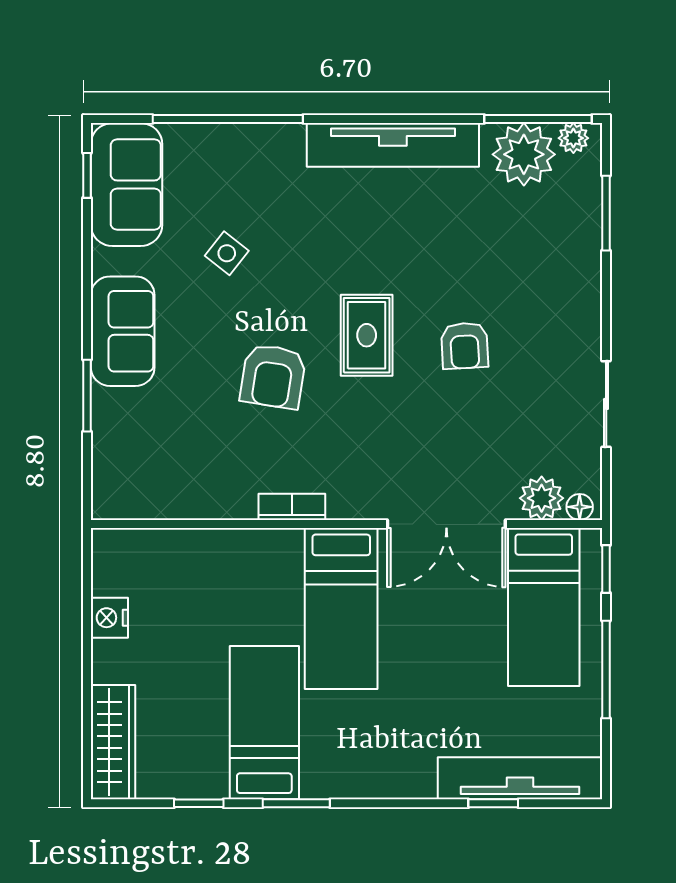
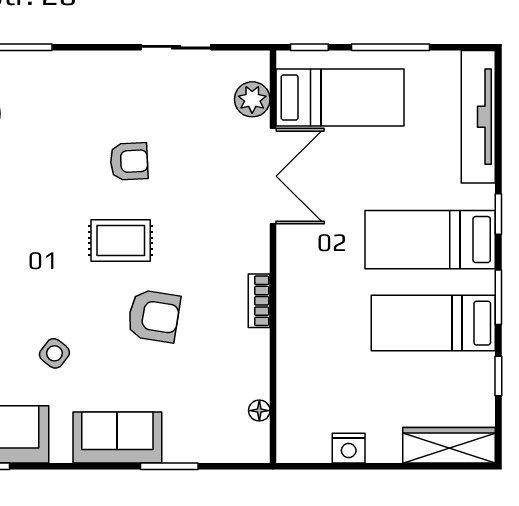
floor lamp: (580, 507) -> (259, 411), moved
bed: (341, 609) -> (430, 240), moved, turned 180
window: (493, 803) -> (498, 214), moved

